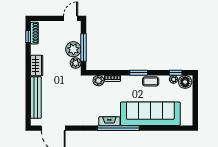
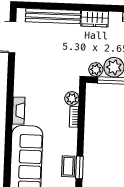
window: (139, 73) -> (79, 167), moved
window: (118, 128) -> (9, 122), removed

